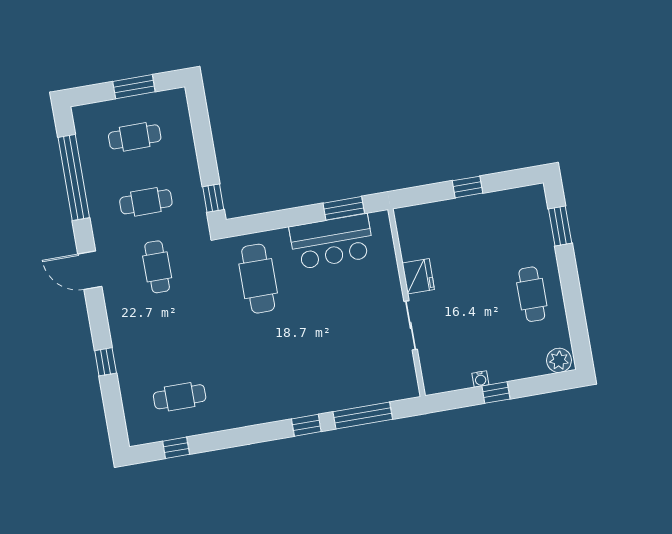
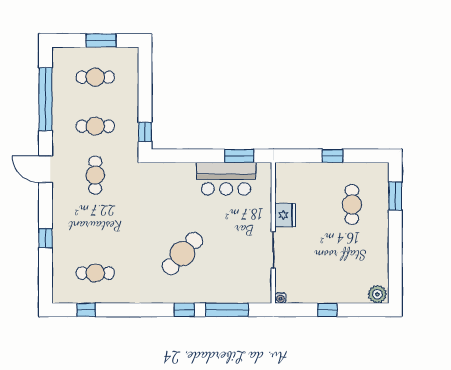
cafe table: (258, 279) -> (182, 254), moved, turned 42
cafe table: (532, 294) -> (352, 205), moved
water cooler: (480, 379) -> (280, 298), moved

